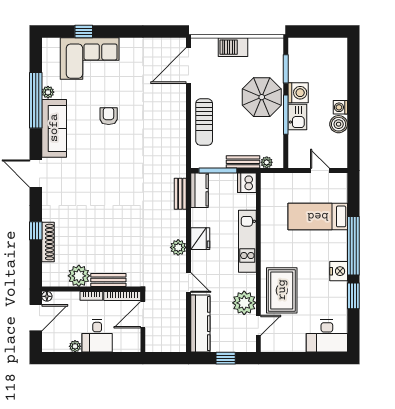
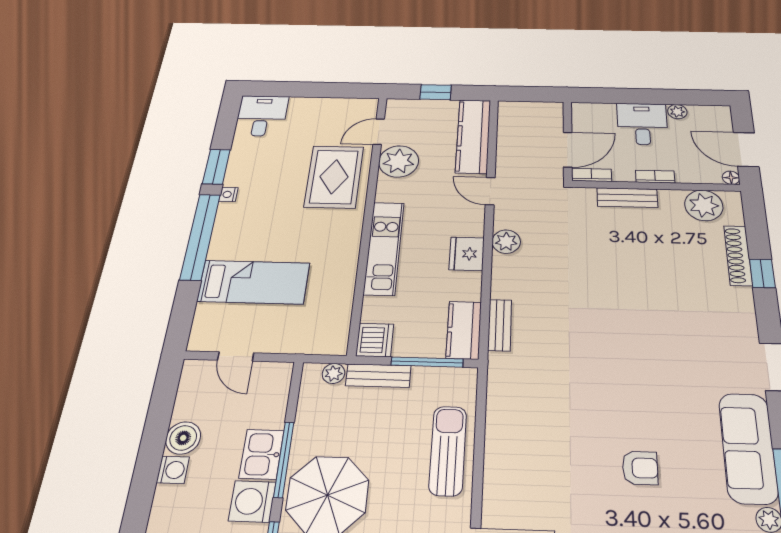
armchair: (109, 116) -> (640, 468), turned -90
nightstand: (339, 271) -> (228, 194), width x0.53, depth x0.56
plant: (79, 276) -> (704, 205), moved
bookcase: (122, 296) -> (592, 175), width x0.64
door: (36, 318) -> (746, 149), hinge flipped
desk: (327, 336) -> (262, 116), width x0.73

